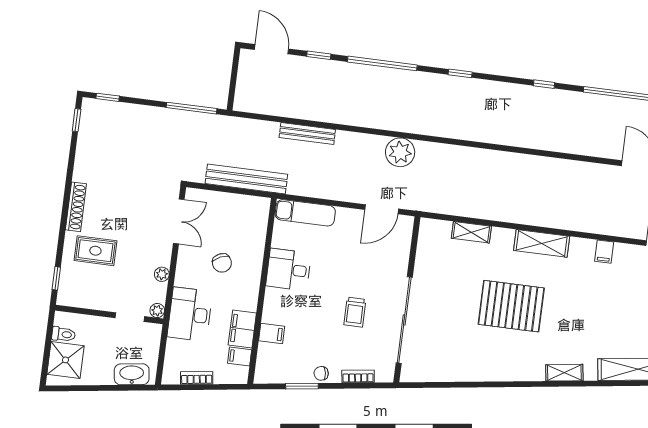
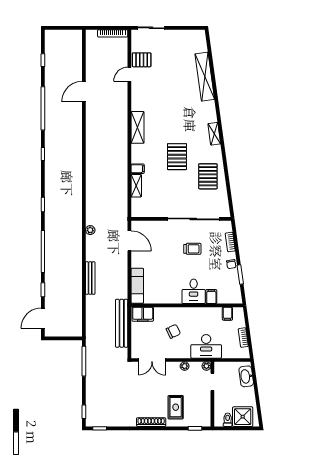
bench: (307, 134) -> (90, 278), moved
plant: (400, 152) -> (90, 230), width x0.53, depth x0.53
double door: (179, 221) -> (152, 360), swing flipped
shelving: (542, 243) -> (137, 127), moved
filing cabinet: (604, 252) -> (138, 169), moved
desk: (289, 270) -> (194, 291), moved
pallet: (511, 306) -> (177, 157), width x0.73, depth x0.71
filing cabinet: (242, 329) -> (143, 314), moved
pallet: (472, 353) -> (208, 176), added
shelving: (564, 373) -> (214, 134), moved

